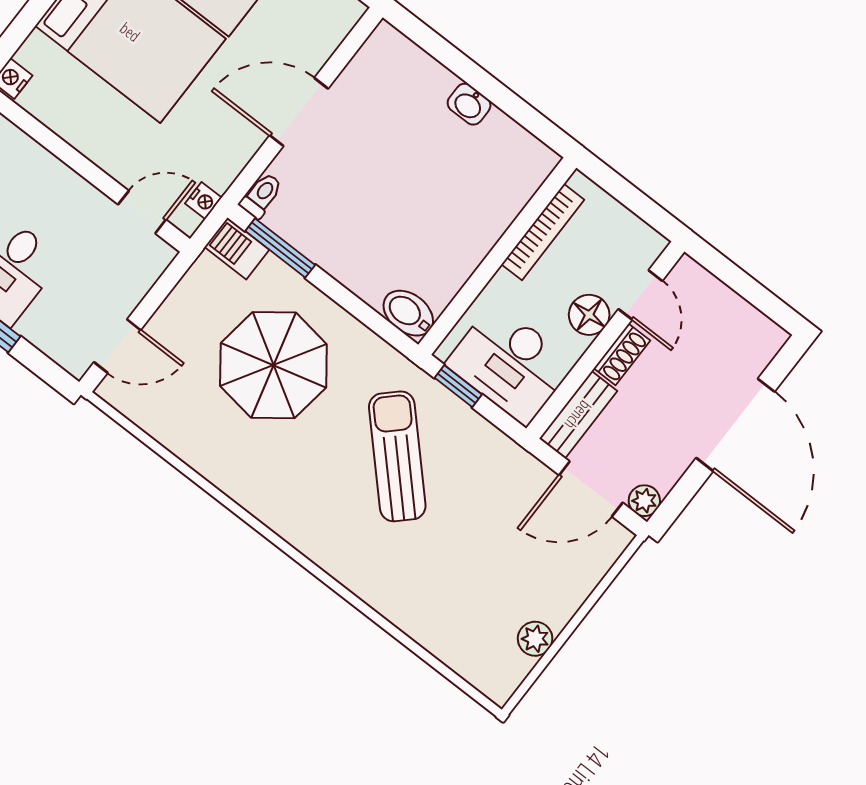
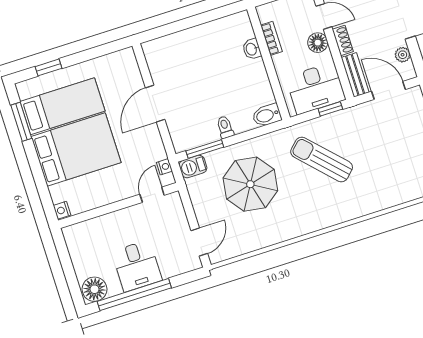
washbasin: (469, 104) -> (252, 49), moved, turned 90
toilet: (261, 195) -> (225, 127), moved
bookcase: (543, 232) -> (271, 38), width x0.64
window: (458, 386) -> (330, 109), moved
door: (591, 489) -> (388, 90), swing flipped
plant: (644, 501) -> (403, 55), moved

